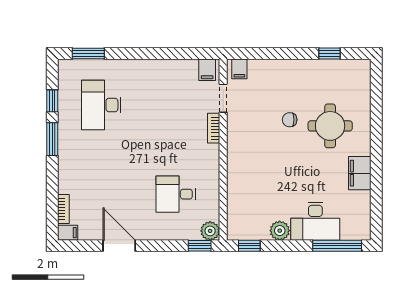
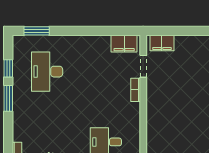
filing cabinet: (239, 69) -> (162, 43), width x2.00
filing cabinet: (207, 70) -> (124, 44), width x2.00
chair: (290, 120) -> (196, 83), removed

